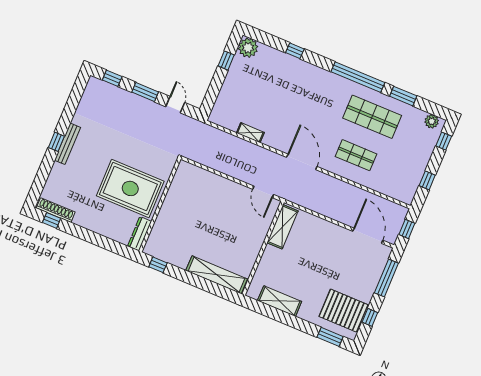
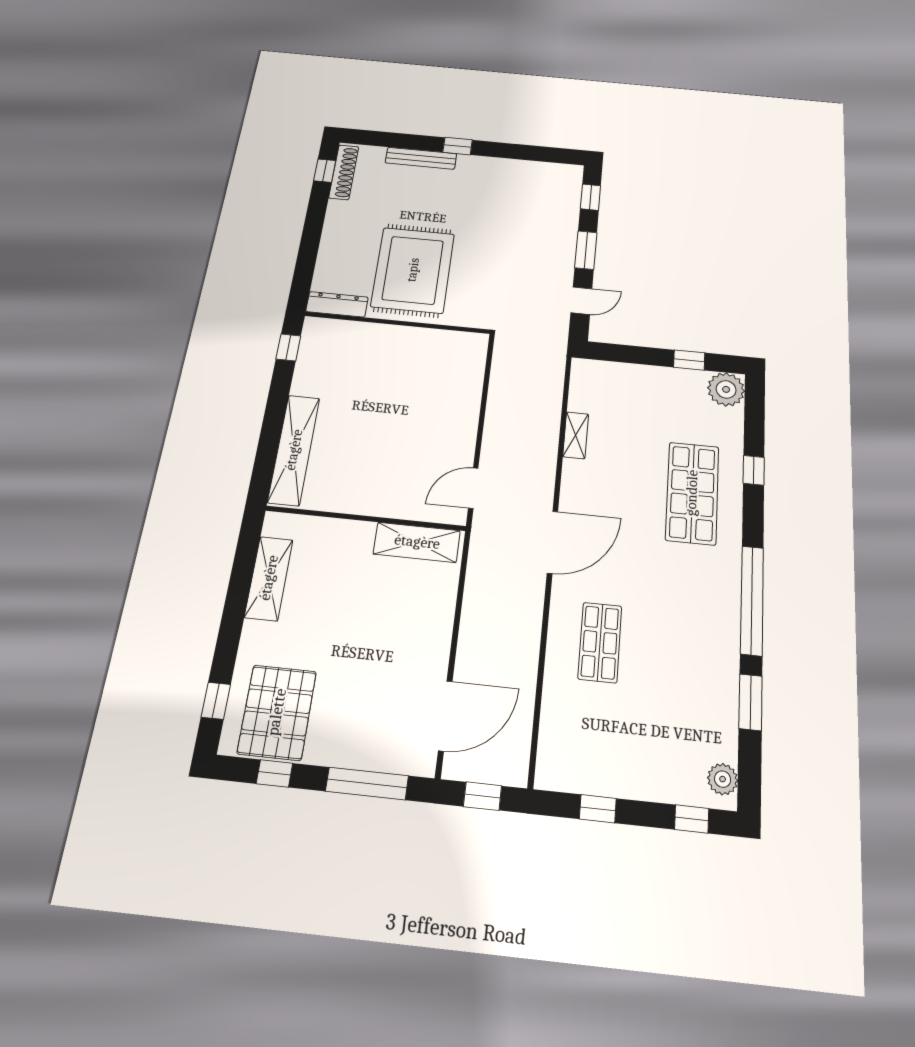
shop shelf: (372, 117) -> (692, 493), moved
bench: (67, 144) -> (421, 158), moved
window: (330, 337) -> (216, 701), width x0.67

